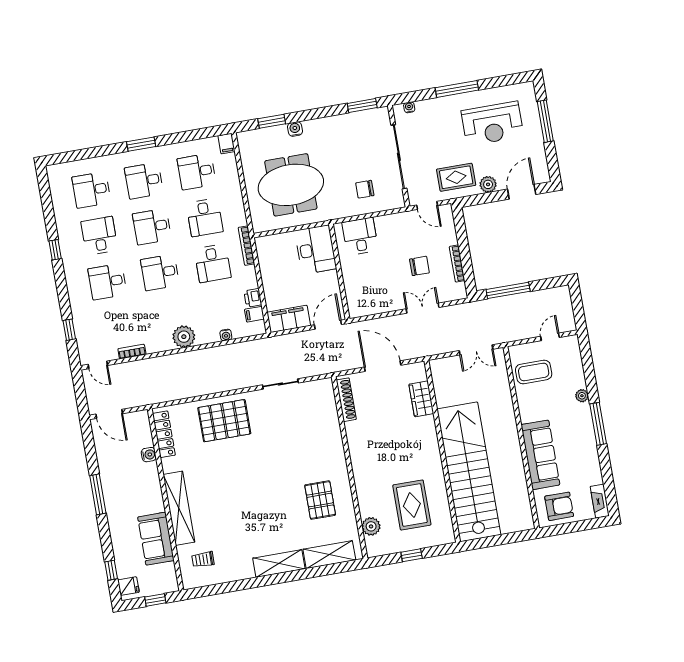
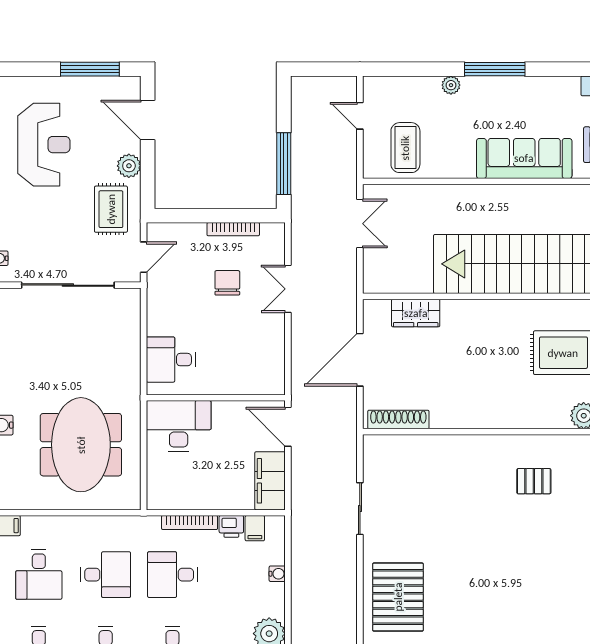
window: (545, 121) -> (90, 69), moved
chair: (365, 189) -> (105, 341), removed
bookcase: (246, 246) -> (190, 523), moved
desk: (213, 263) -> (172, 575), turned 180
pallet: (320, 500) -> (534, 481), width x0.67, depth x0.71

